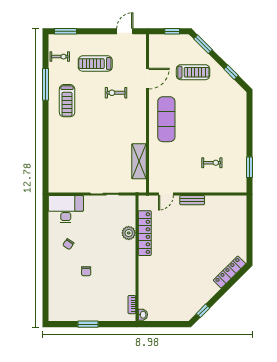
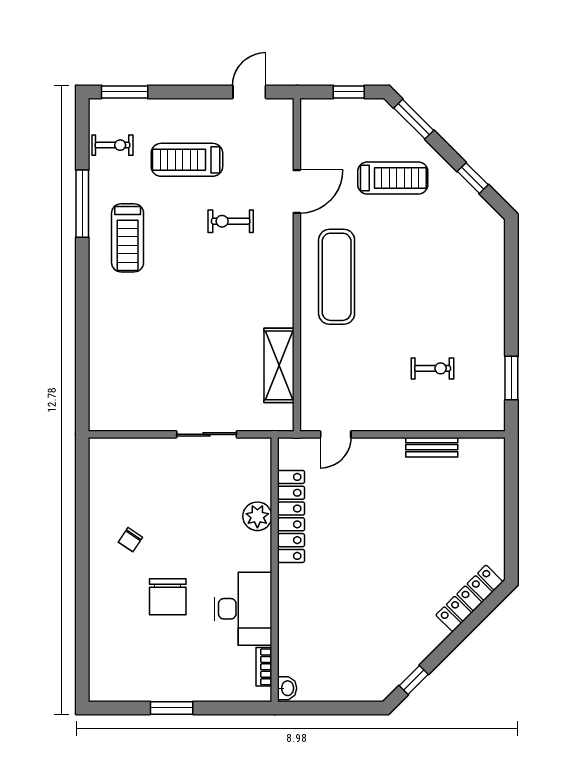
bench: (192, 200) -> (432, 447), moved
desk: (66, 209) -> (243, 609), moved, turned 90
chair: (86, 271) -> (168, 597), width x1.87, depth x1.87

